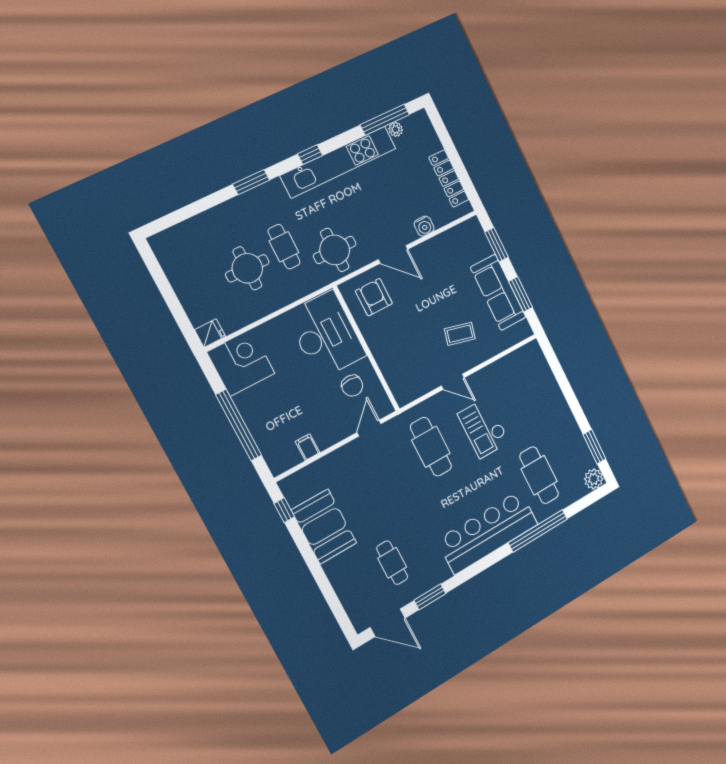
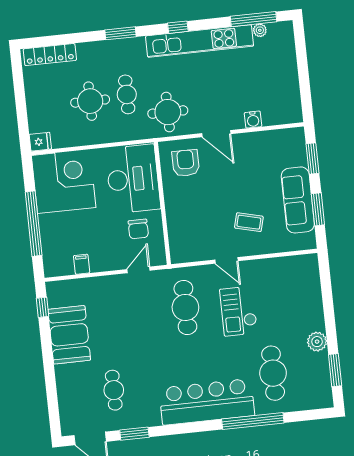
locker: (449, 178) -> (50, 55), moved, turned -90
corner desk: (241, 363) -> (64, 181), width x1.36, depth x1.36
plant: (594, 479) -> (317, 342), moved

